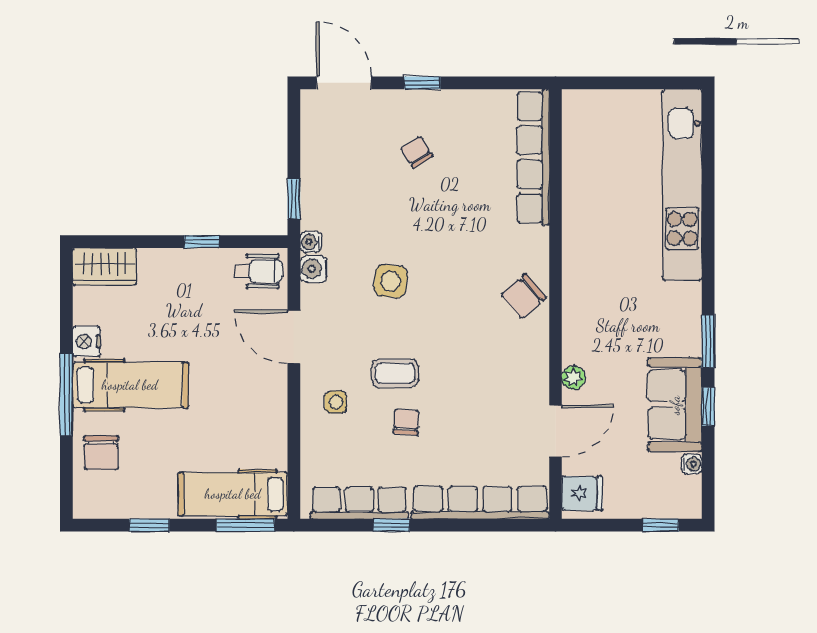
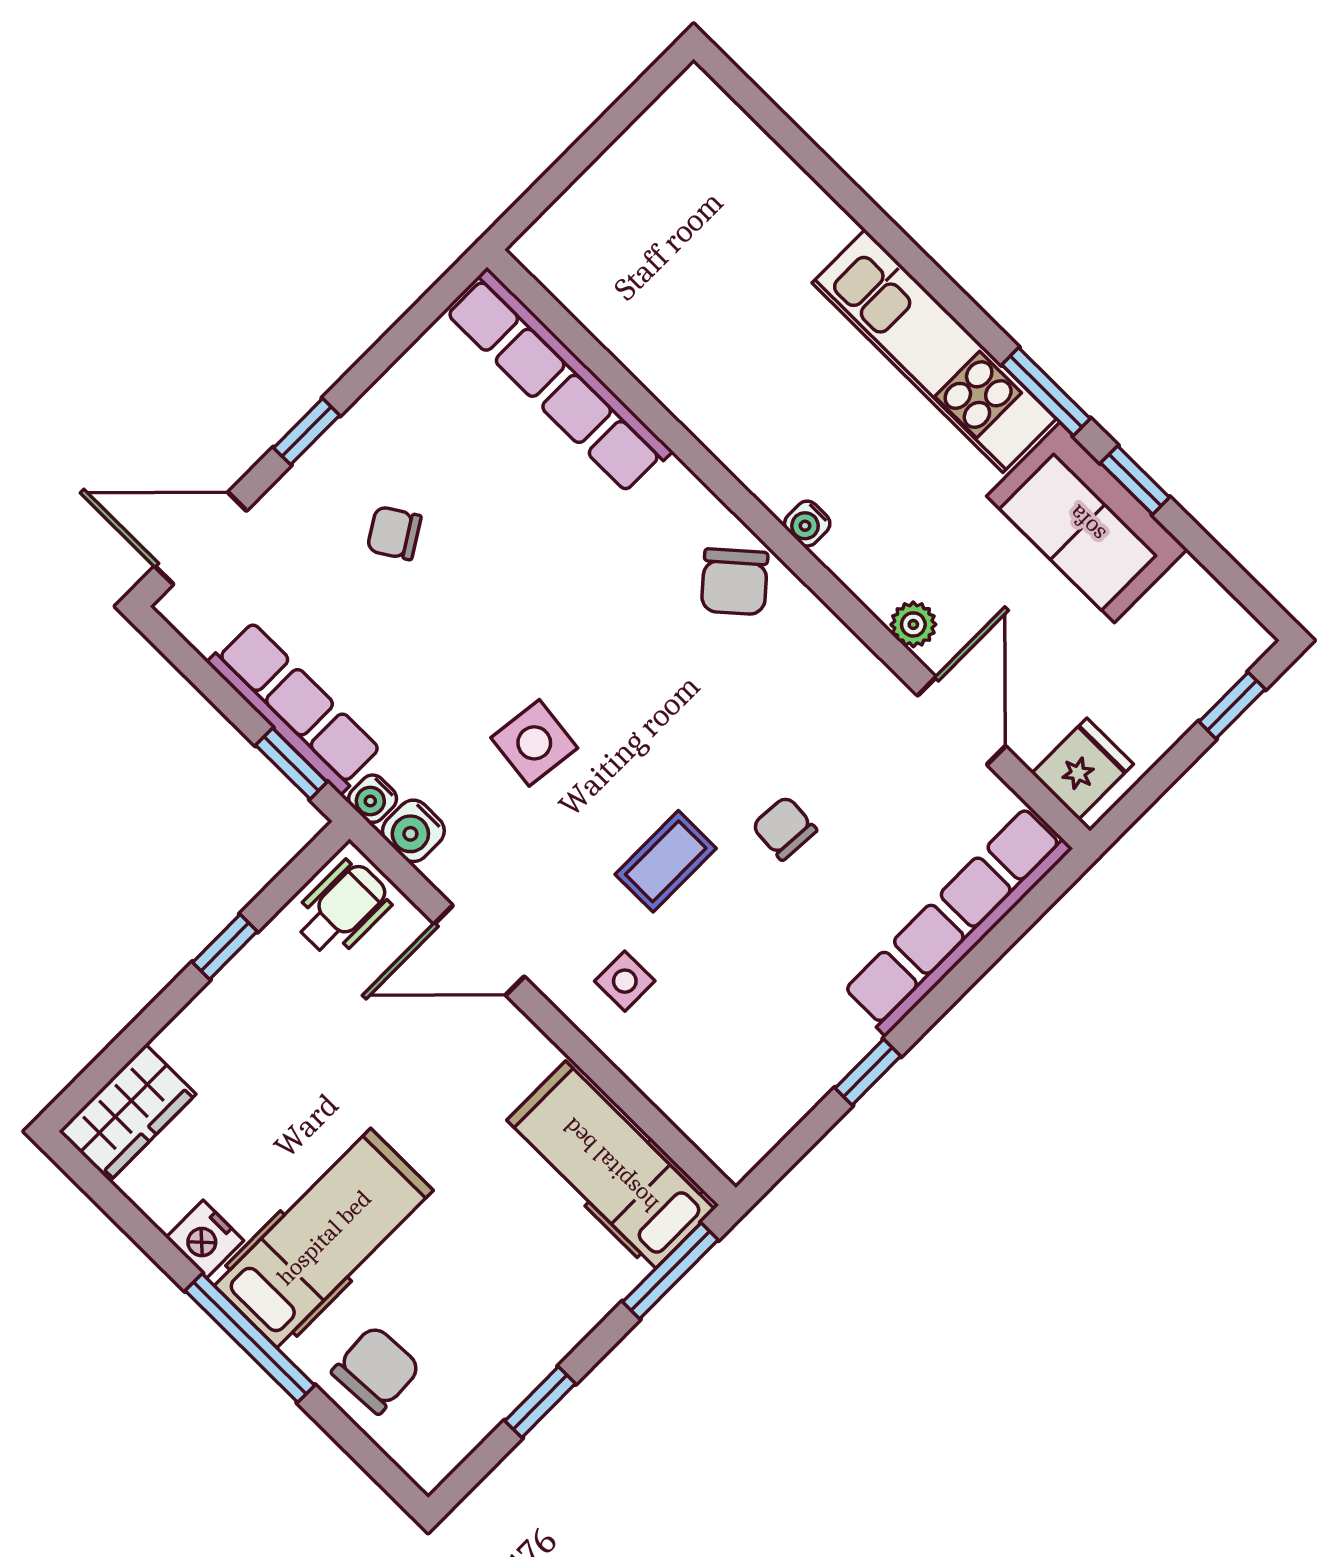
kitchen unit: (682, 185) -> (934, 351), moved, width x0.73
chair: (406, 422) -> (784, 828), moved
chair: (101, 453) -> (376, 1370), turned -93
water cooler: (692, 464) -> (807, 524), moved, turned 180
hospital bed: (233, 494) -> (611, 1165), moved, turned 90
row of seats: (359, 503) -> (295, 707), moved, turned 90

